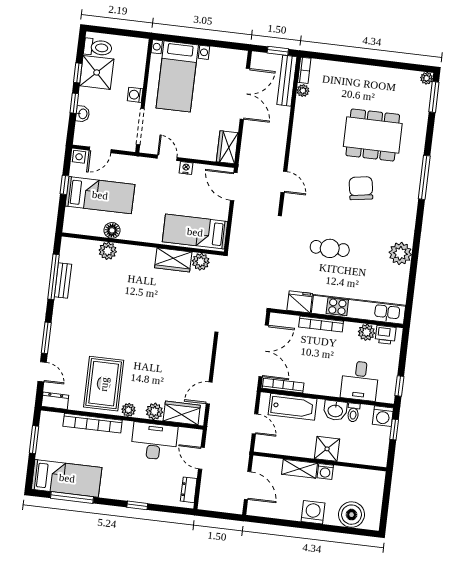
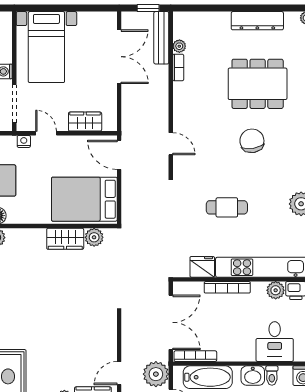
bookcase: (304, 70) -> (178, 67), moved
dresser: (380, 75) -> (257, 21), added
wardrobe: (227, 147) -> (85, 122), moved, turned 90
nightstand: (186, 168) -> (24, 141), moved
bed: (195, 232) -> (84, 199), width x1.50
plant: (244, 398) -> (156, 374), added

